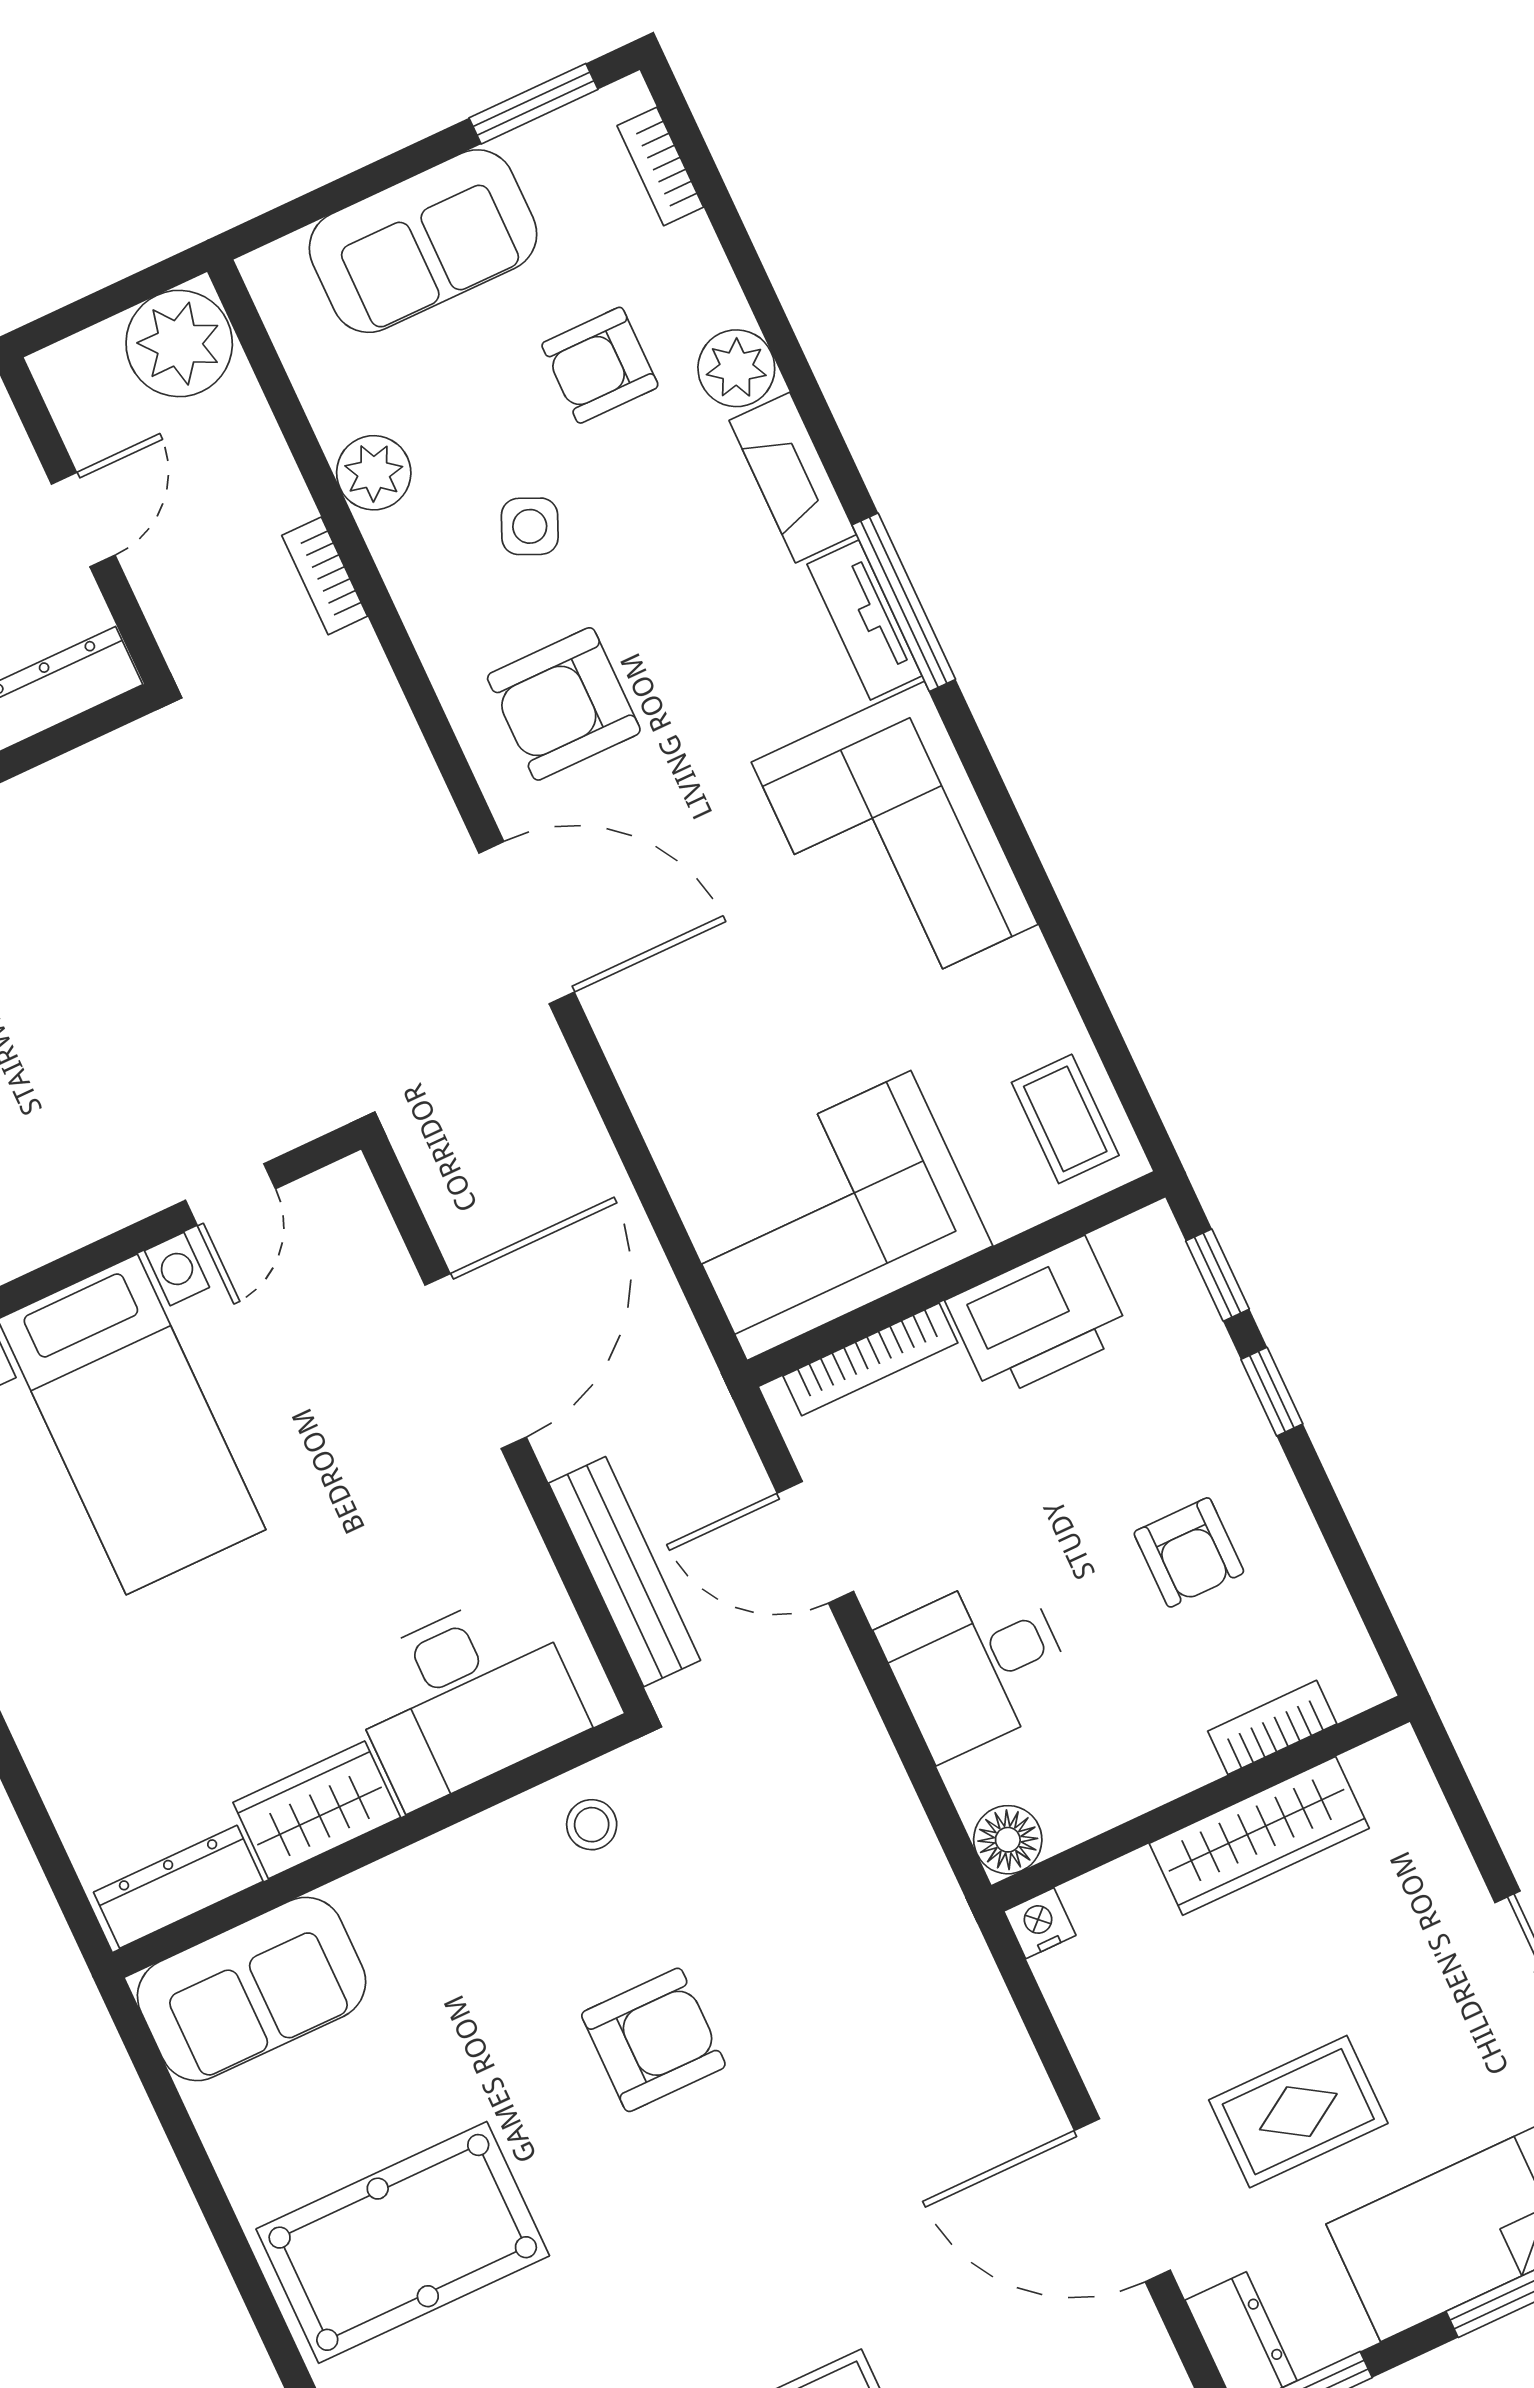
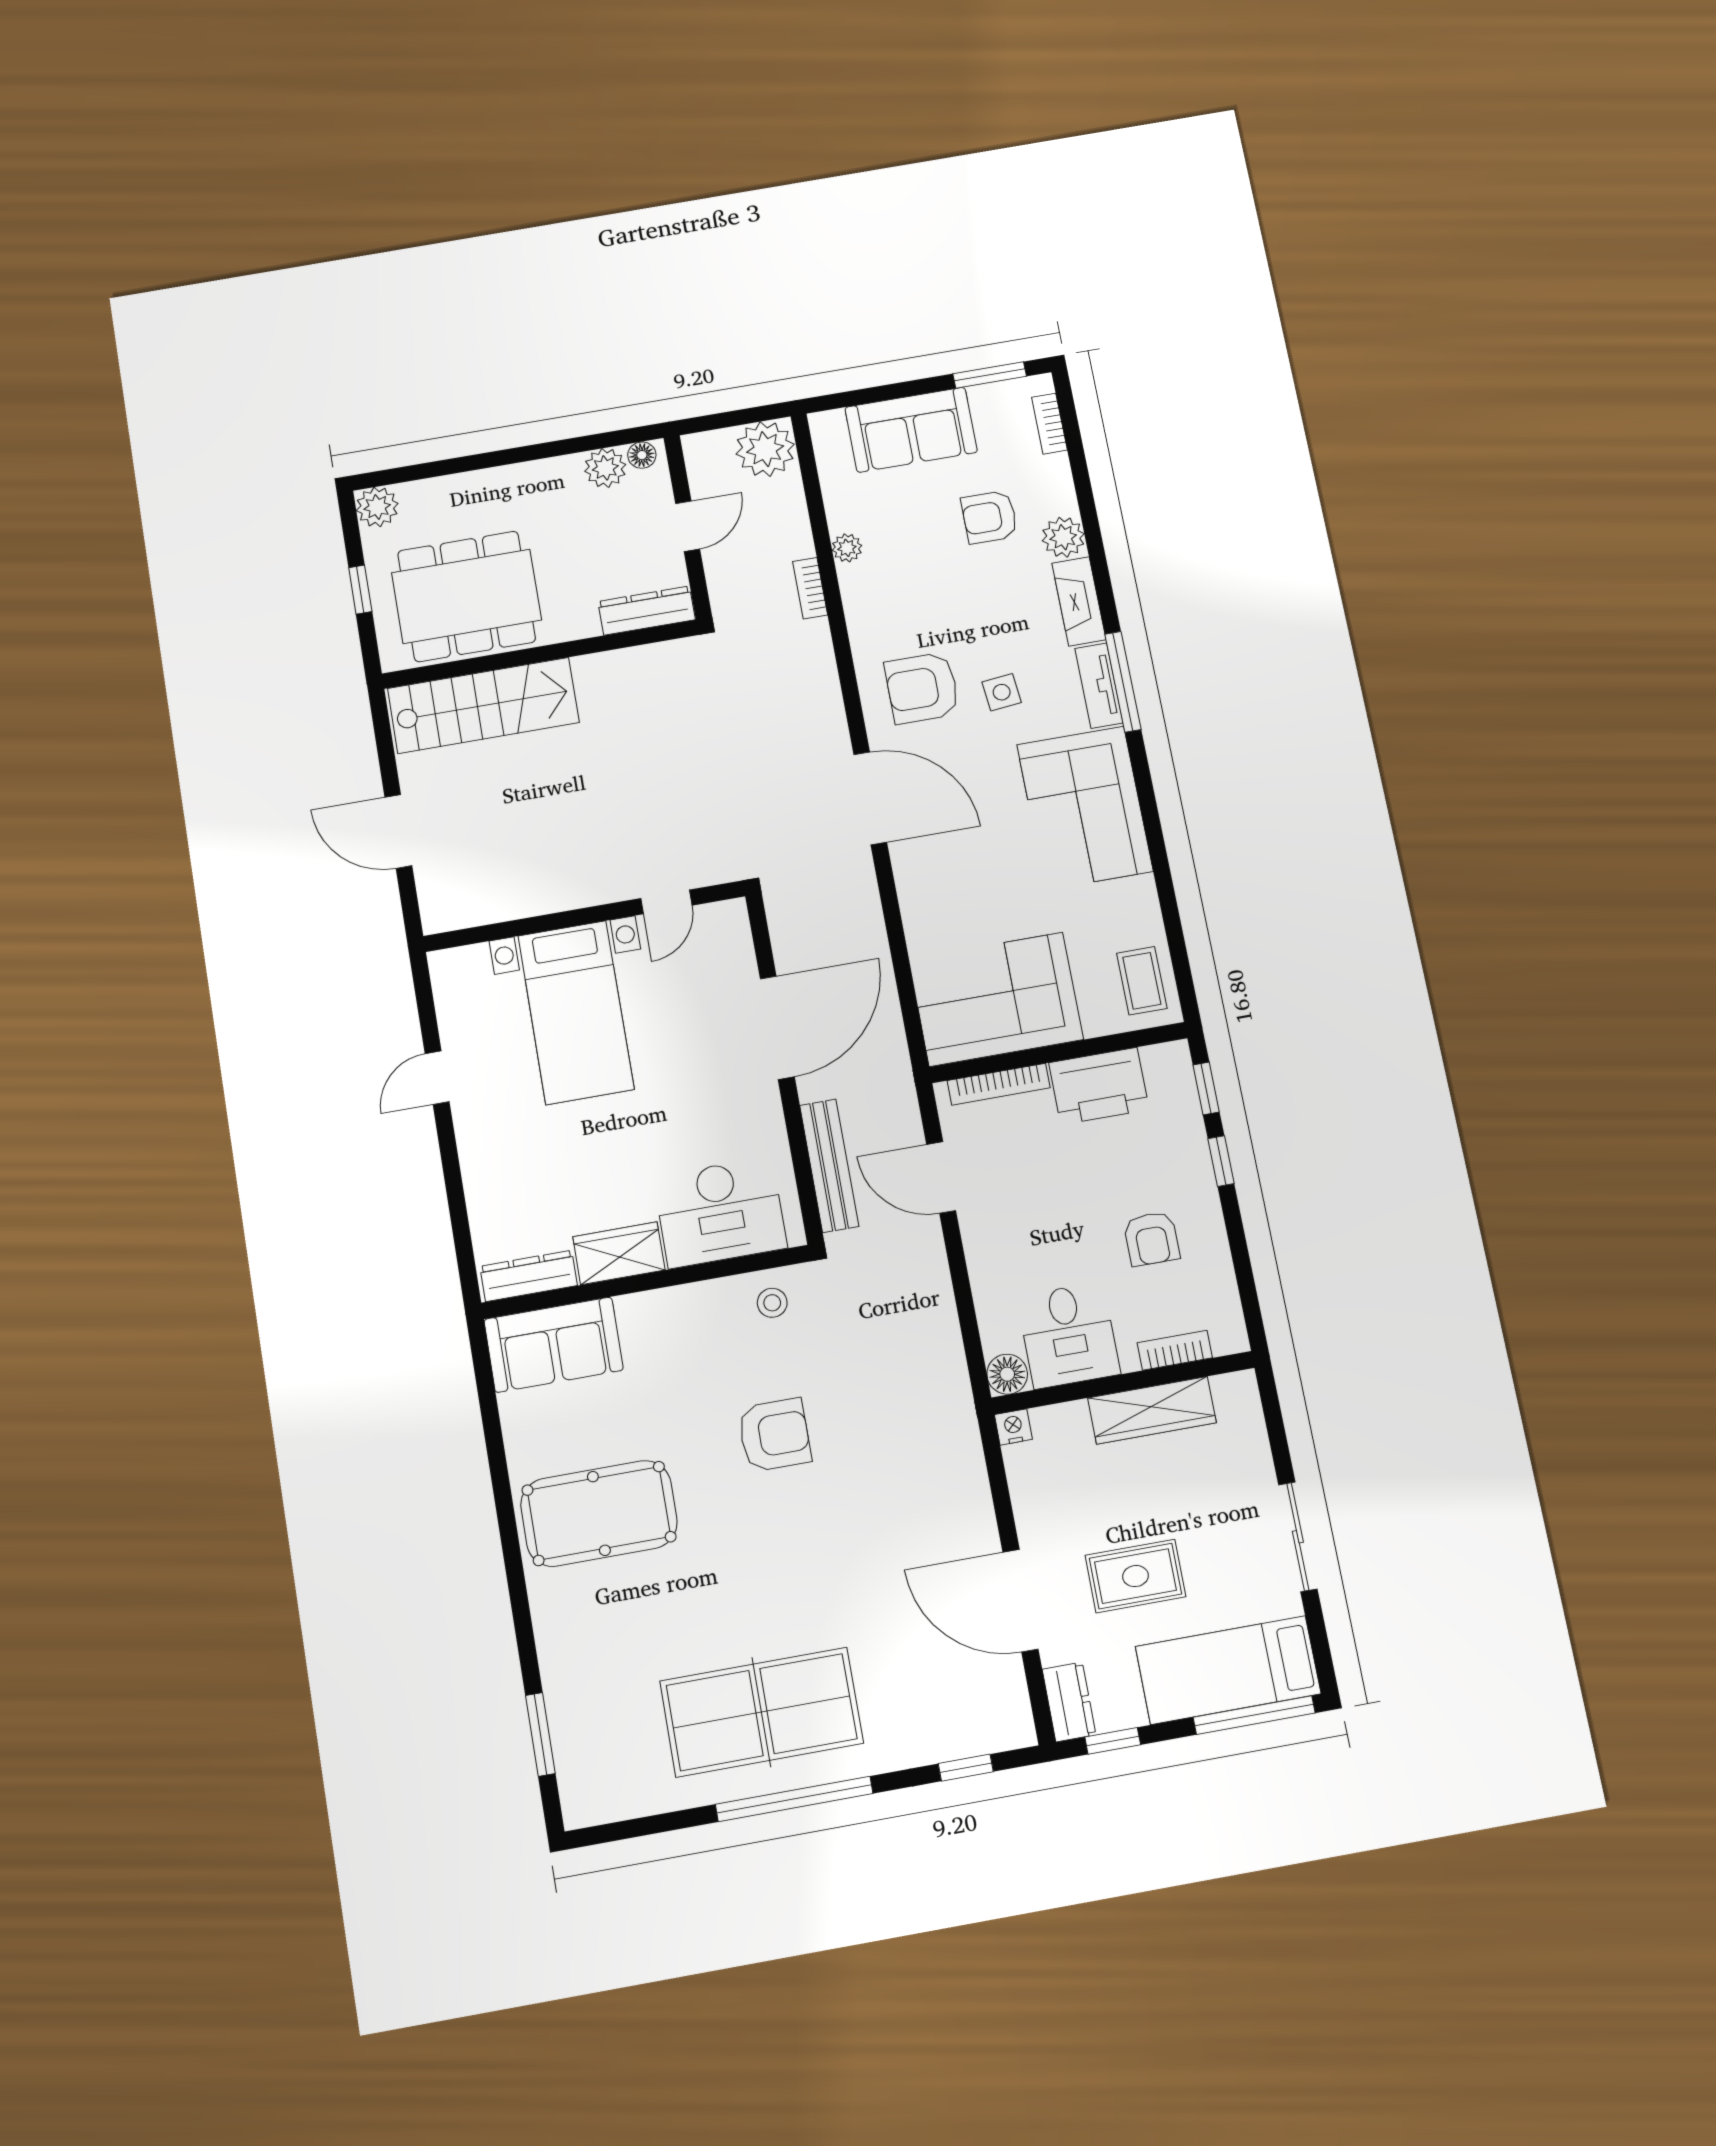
plant: (374, 473) -> (847, 548), width x0.73, depth x0.73
side table: (530, 526) -> (1002, 692), moved, turned -30
desk: (977, 1664) -> (1069, 1335), moved, turned -90

